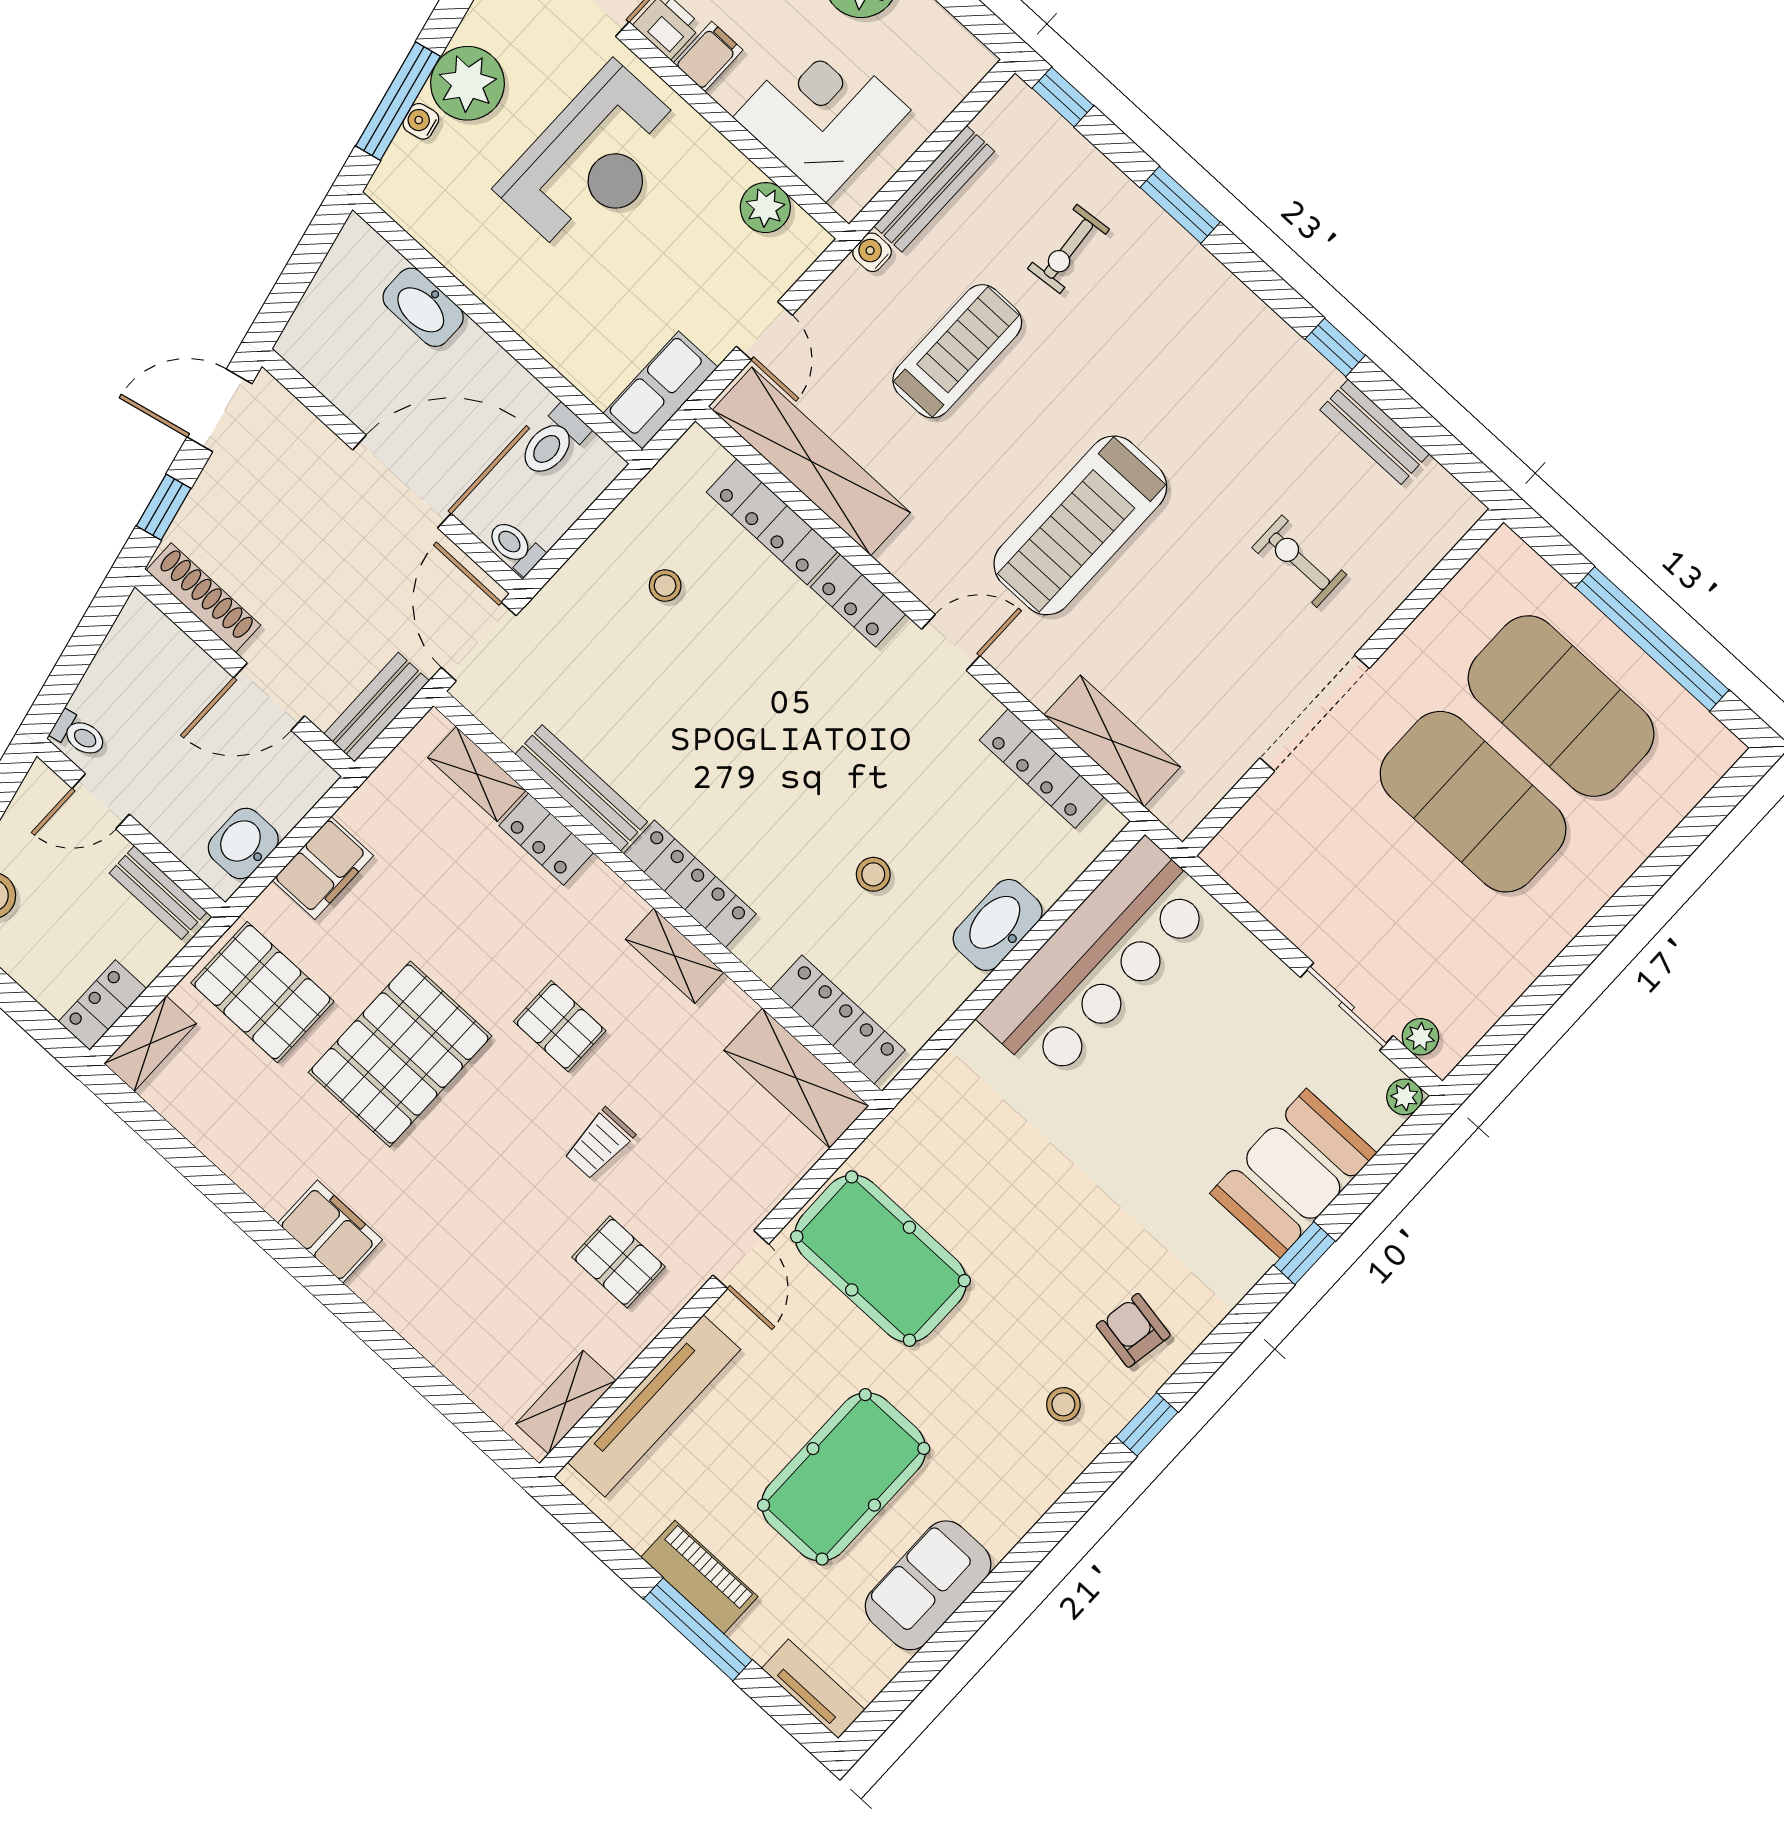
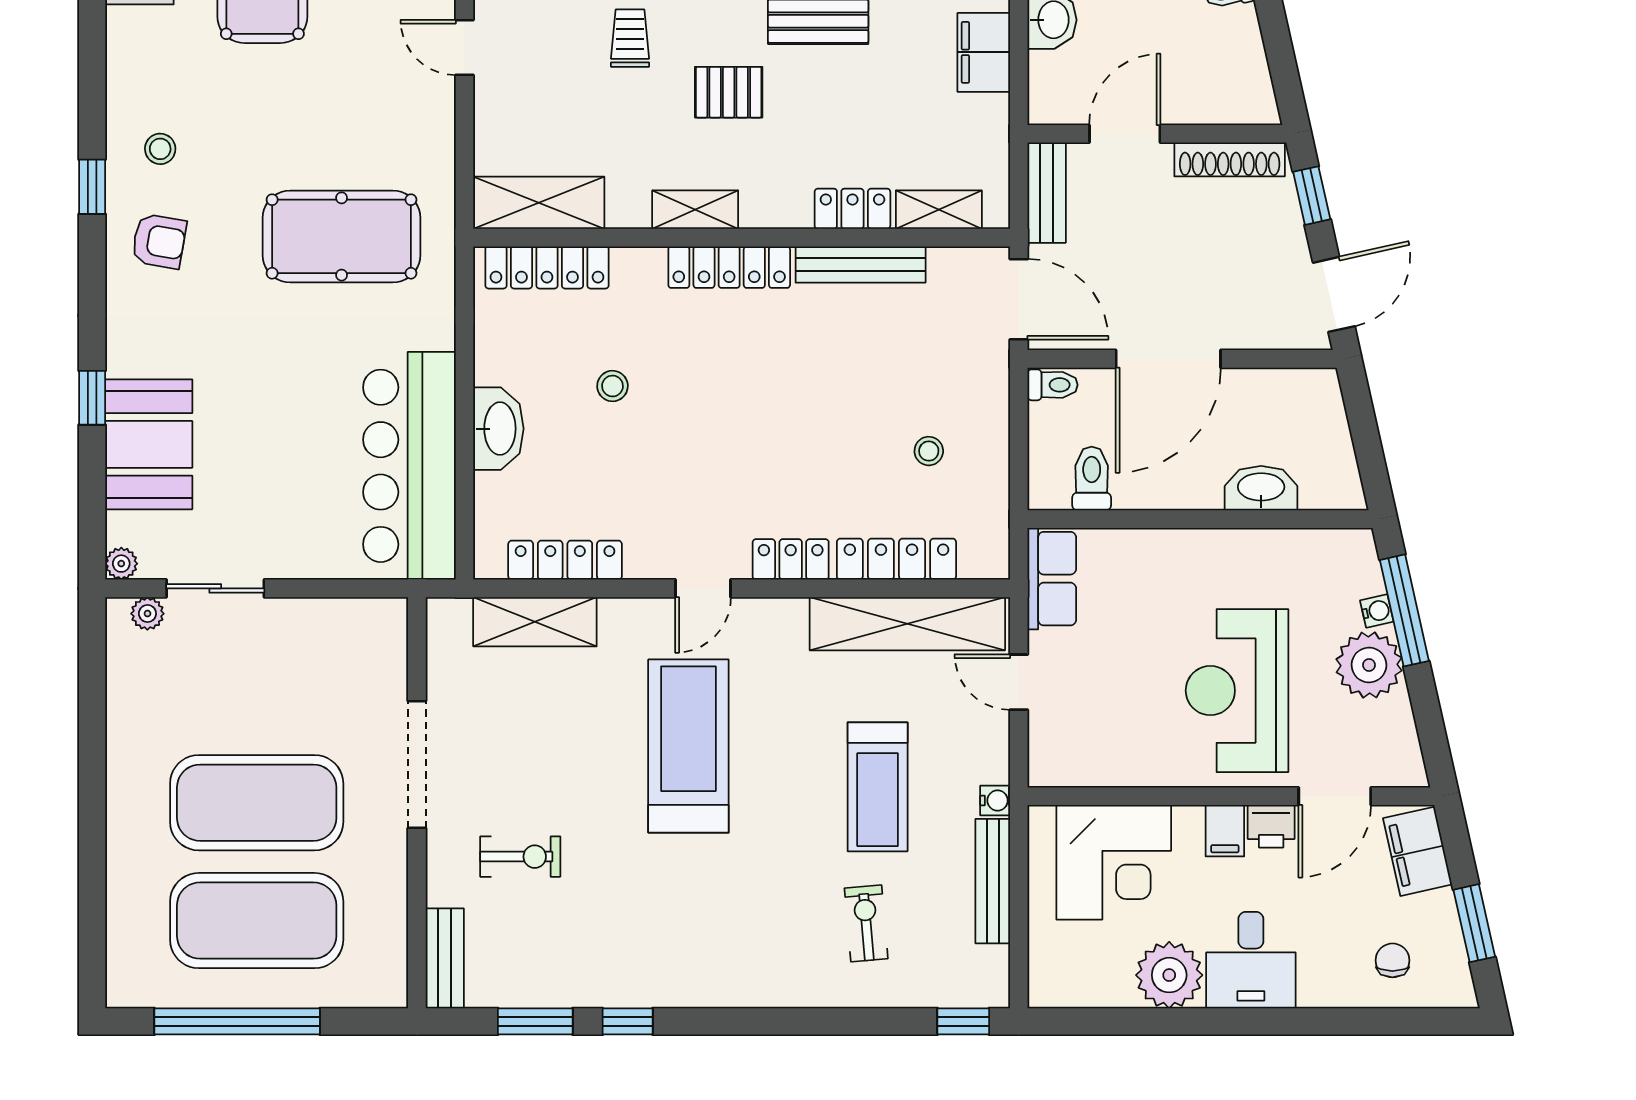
window: (1180, 205) -> (535, 1021), moved
plant: (765, 208) -> (1094, 765), removed
bench: (1375, 432) -> (445, 958), moved, turned 90
pool table: (881, 1259) -> (342, 236), moved

